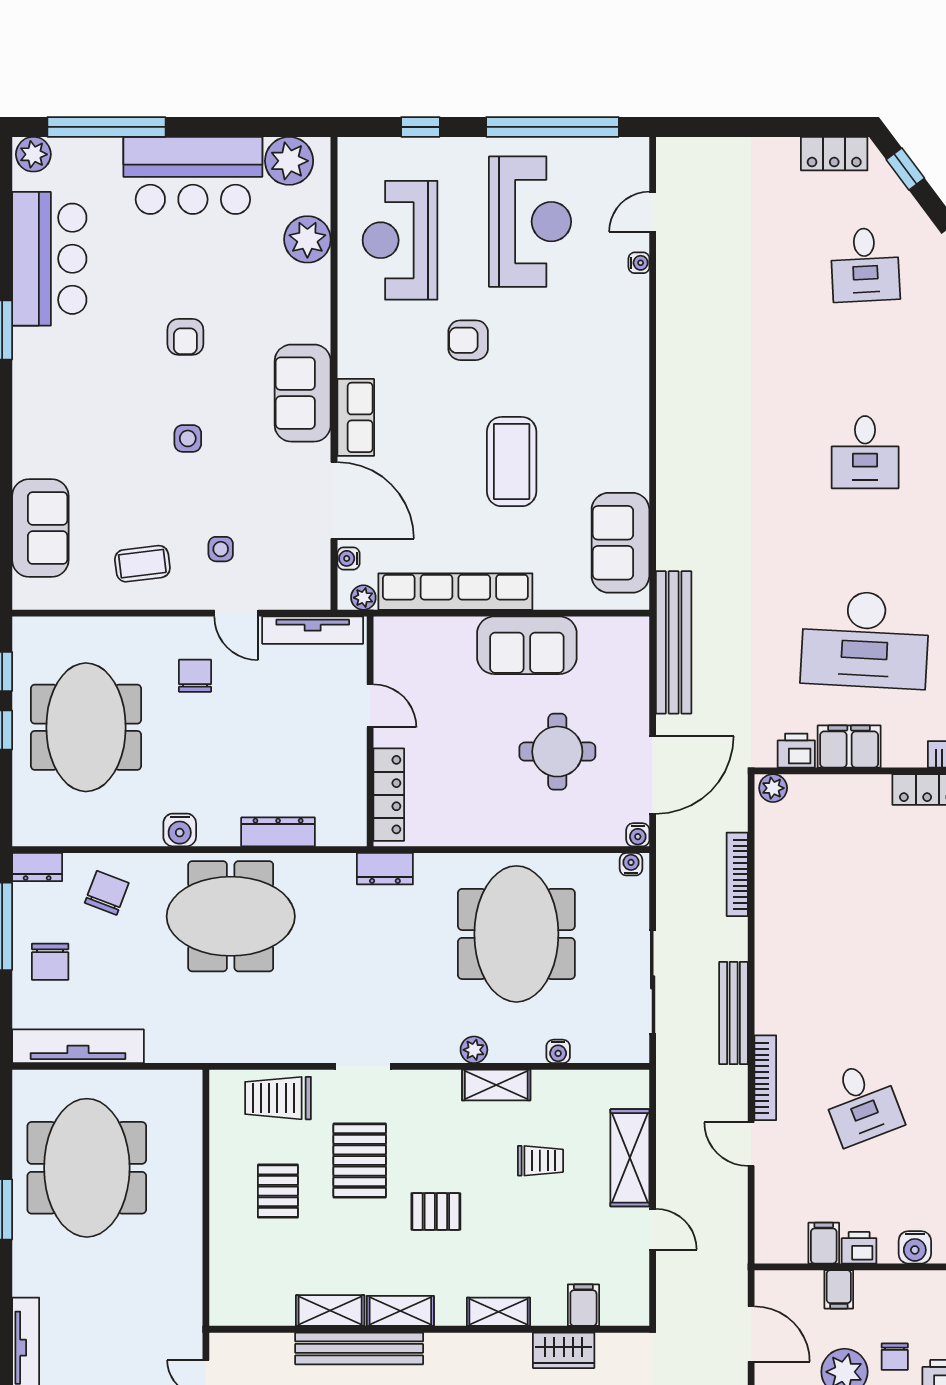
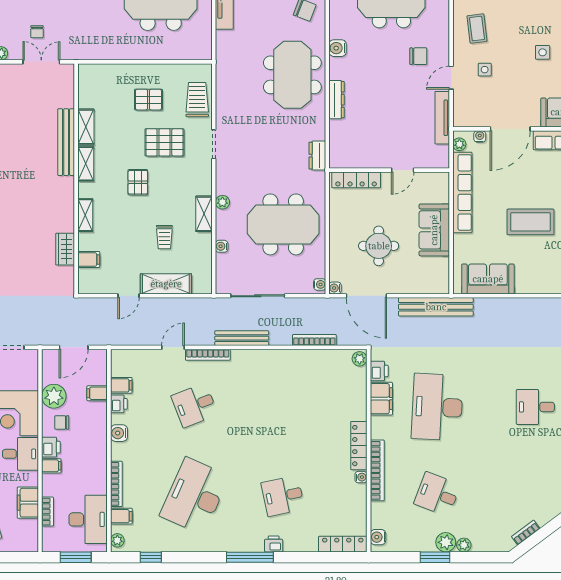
door: (370, 706) -> (403, 170), moved
wall: (370, 731) -> (389, 170), moved
locker: (389, 795) -> (356, 180), moved

